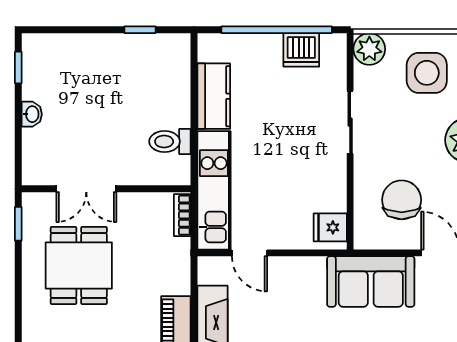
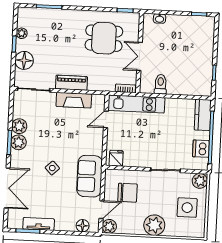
kitchen counter: (214, 96) -> (203, 115), moved, turned 90
washbasin: (32, 114) -> (160, 19), moved
double door: (86, 189) -> (139, 56), moved

